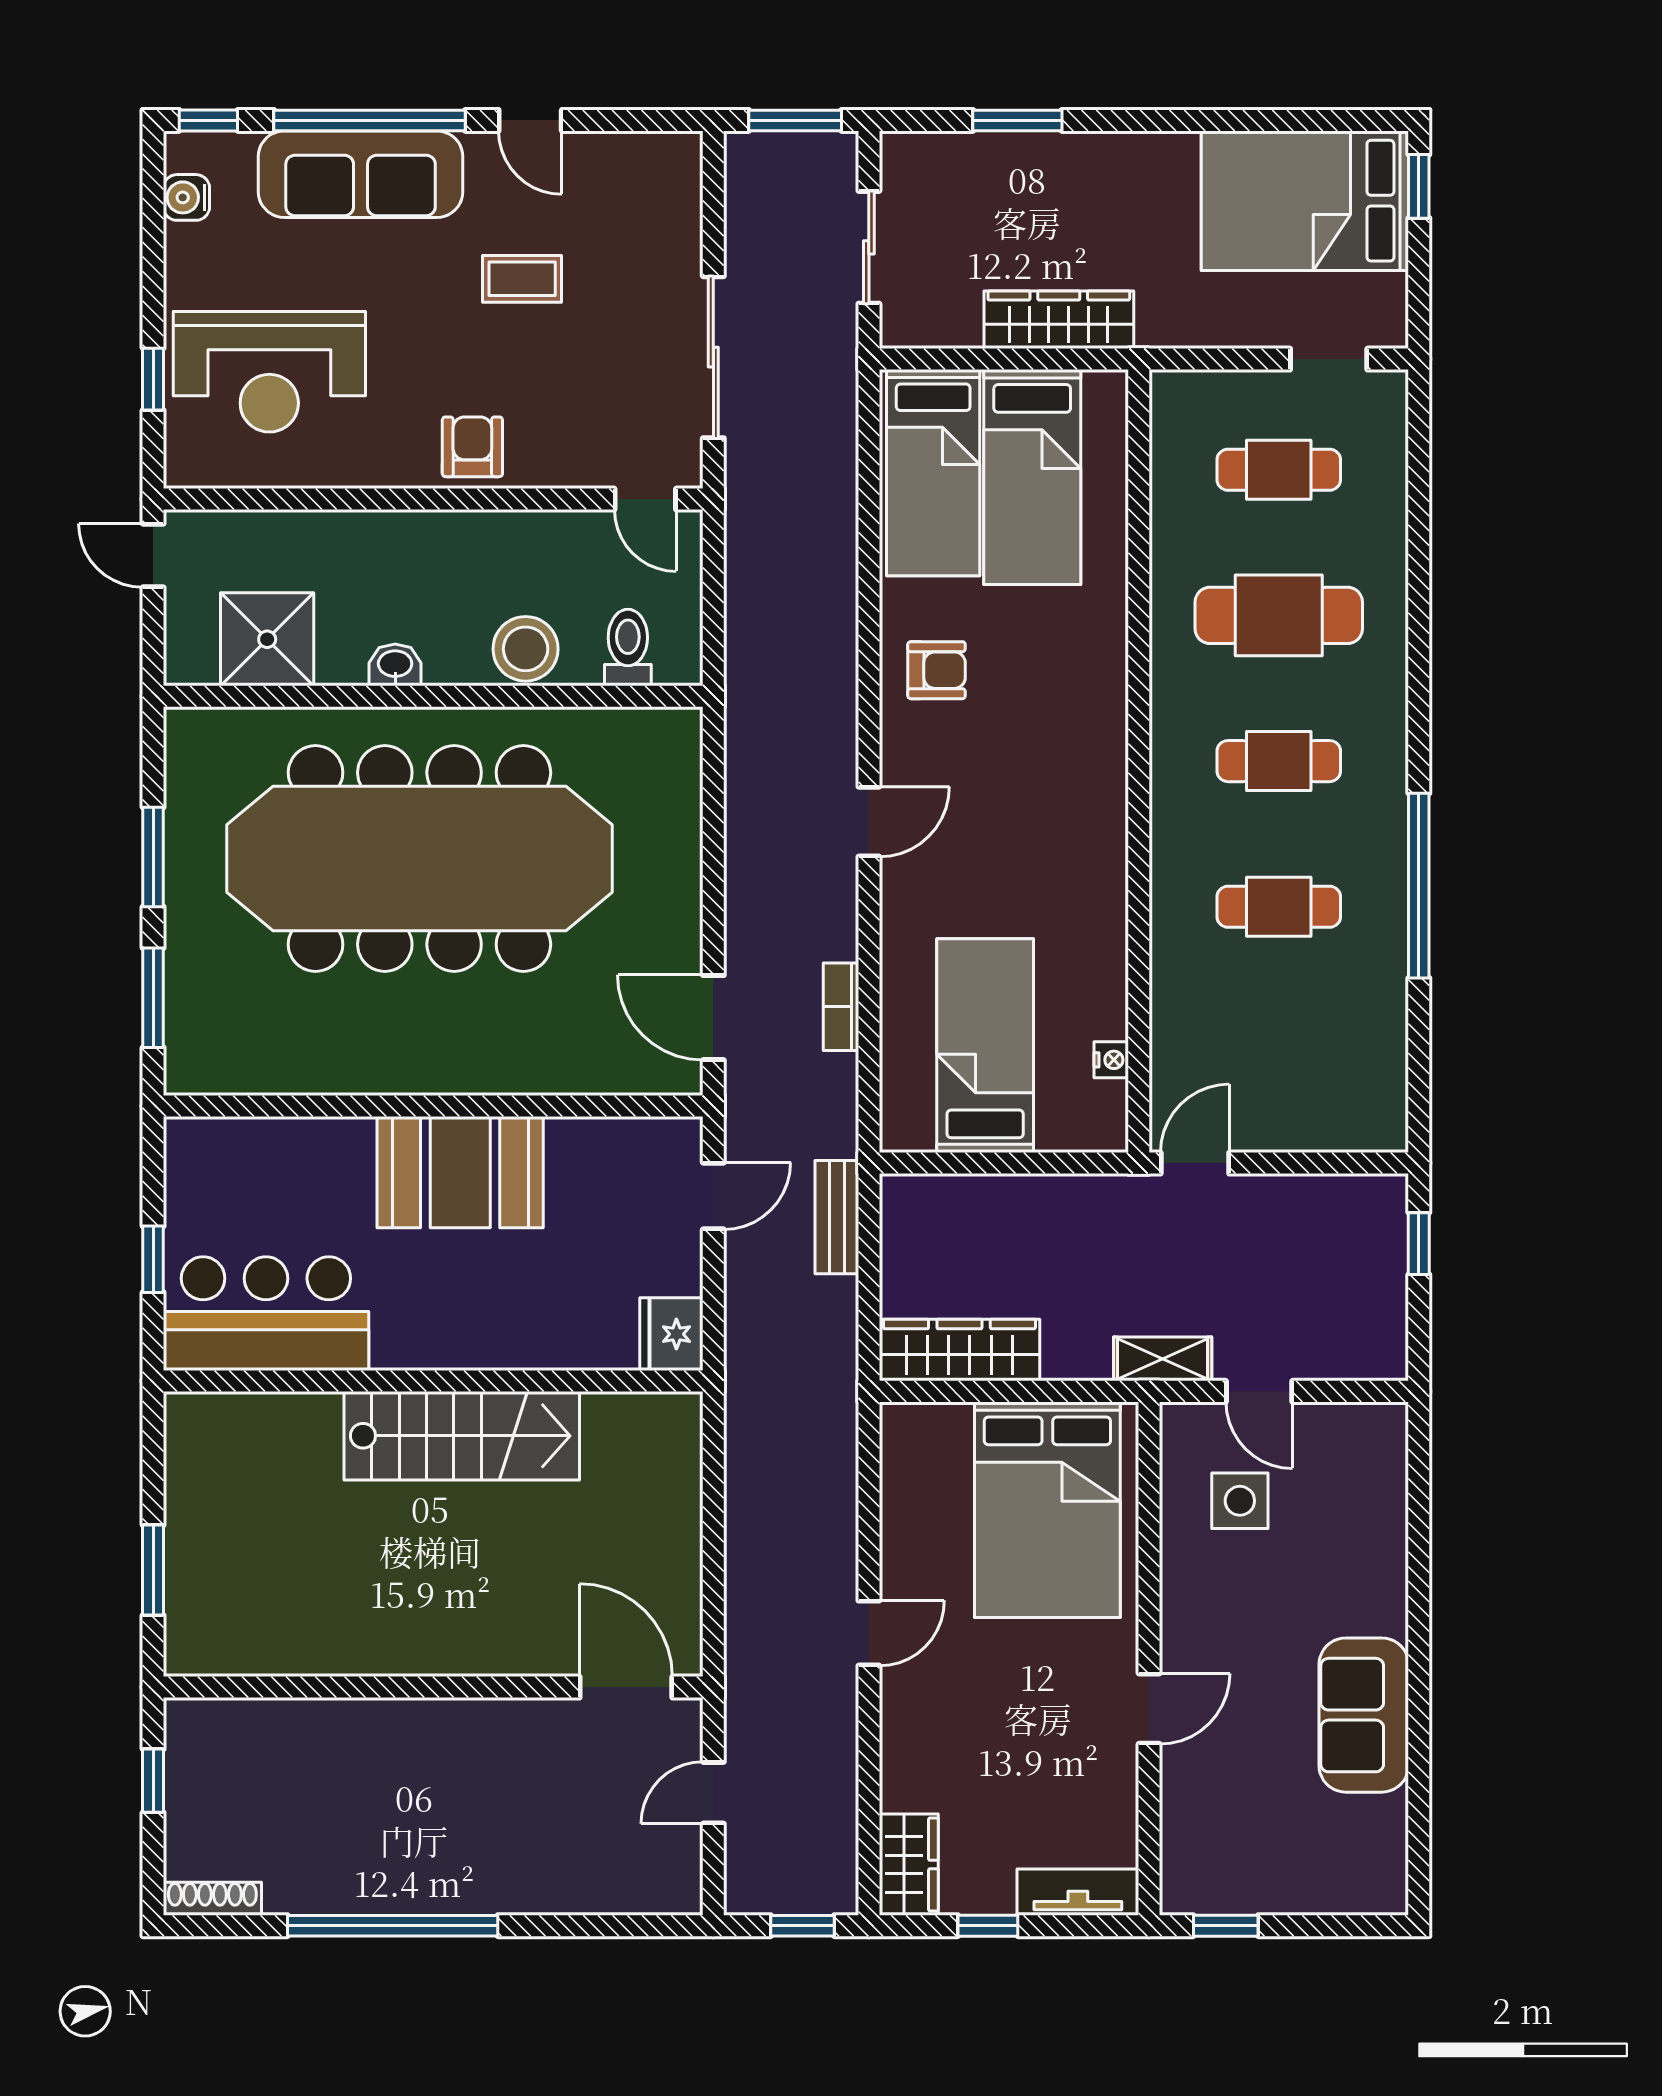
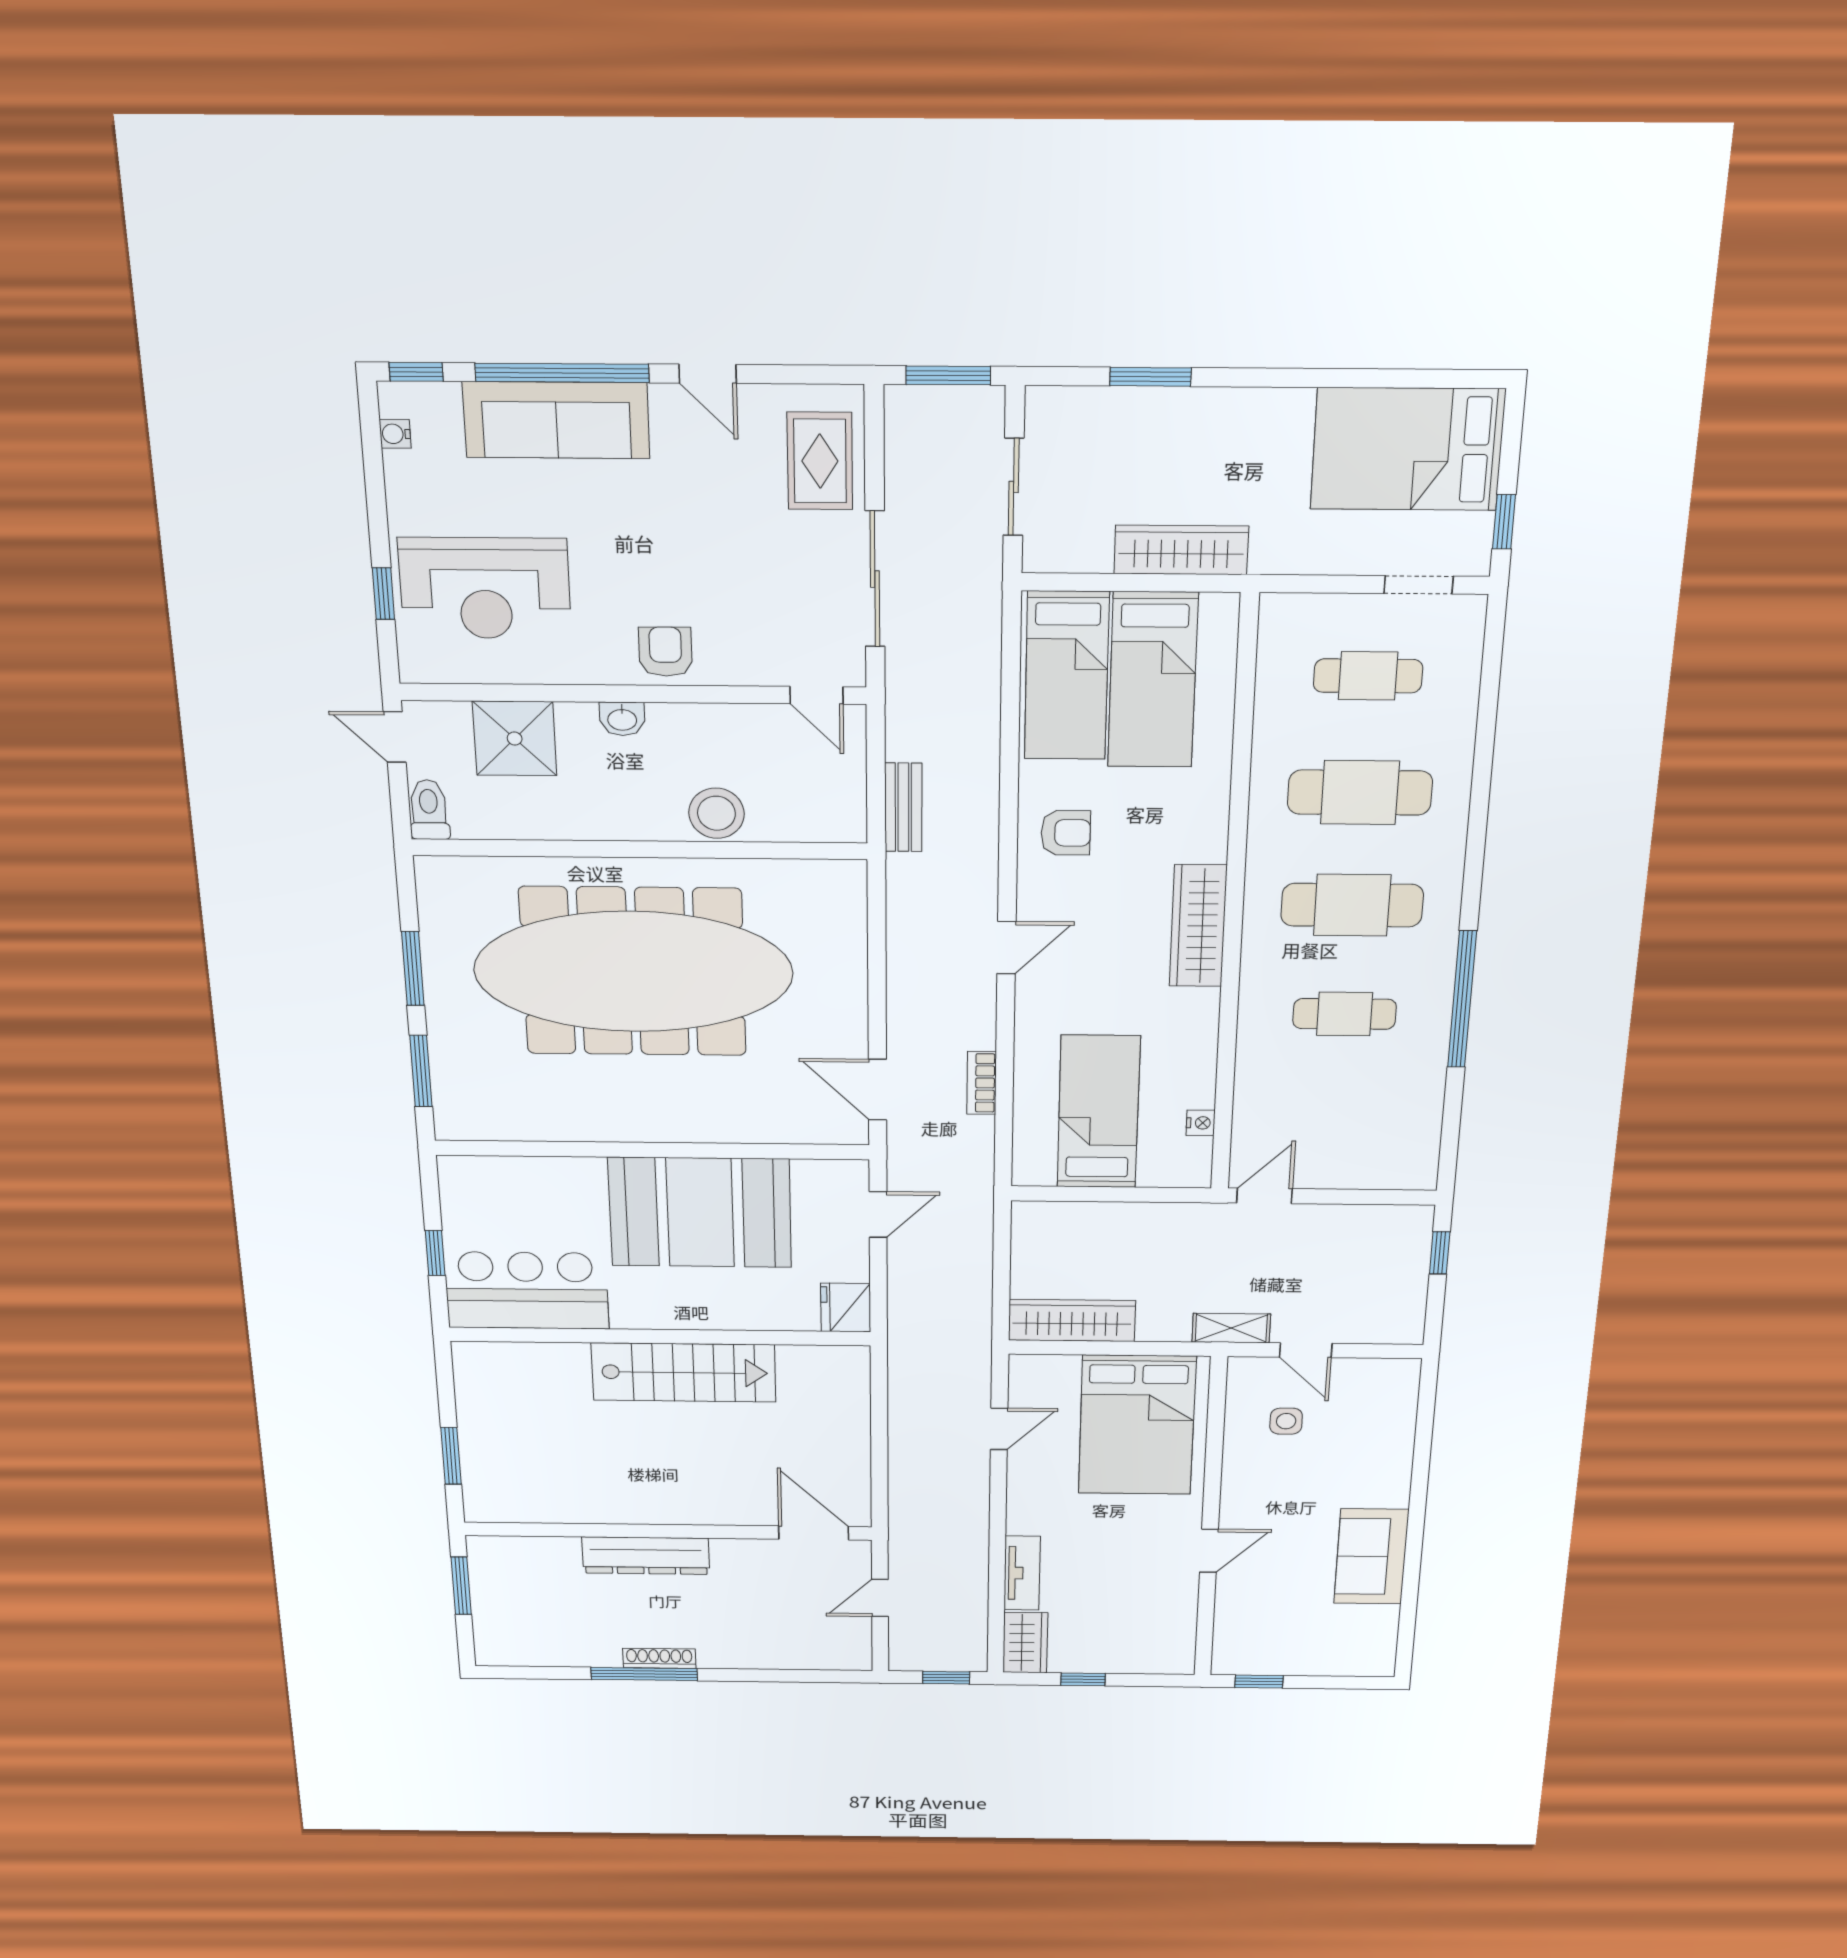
window: (1419, 186) -> (1504, 522), moved
water cooler: (186, 197) -> (395, 434), width x0.72, depth x0.72
rug: (653, 219) -> (820, 461), added
coffee table: (522, 279) -> (704, 512), removed
shower: (267, 639) -> (515, 739), moved
toilet: (628, 647) -> (429, 810), moved
washbasin: (395, 665) -> (622, 719), moved, turned 180
cafe table: (1279, 761) -> (1352, 905), width x1.37, depth x1.35
wardrobe: (1097, 790) -> (1198, 926), added
booth: (460, 1172) -> (700, 1212), width x1.36, depth x1.42
bench: (837, 1217) -> (903, 807), moved
side table: (1240, 1501) -> (1286, 1421), width x0.73, depth x0.73
door: (869, 1633) -> (999, 1429), moved
dresser: (402, 1727) -> (646, 1556), added
window: (153, 1781) -> (461, 1586), width x1.50
tv unit: (1078, 1892) -> (1022, 1573), moved, turned 90
shoe rack: (212, 1899) -> (659, 1658), moved
window: (393, 1926) -> (644, 1674), width x0.68

